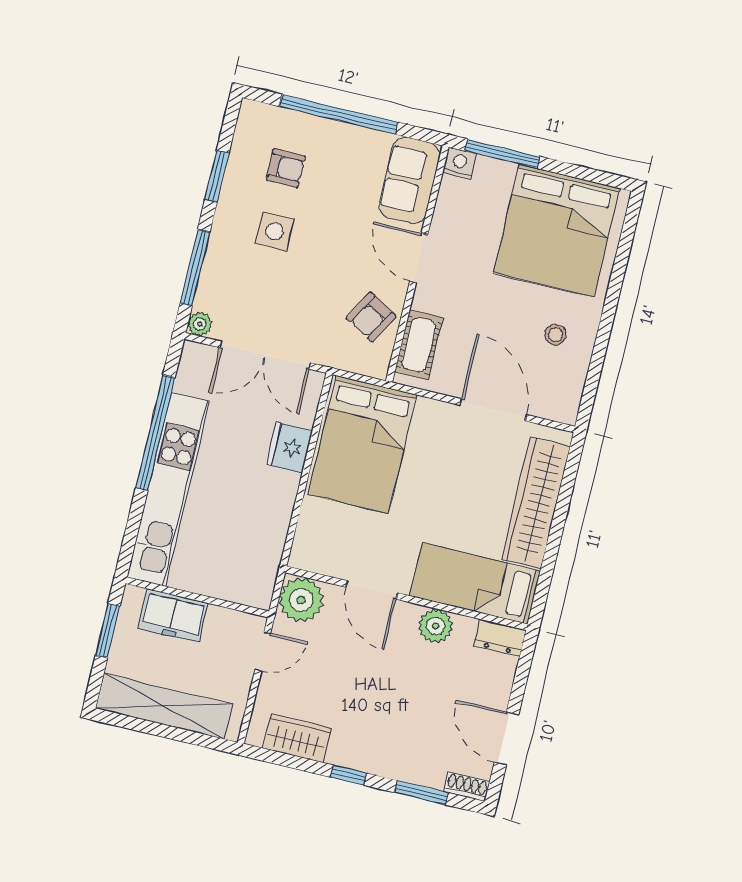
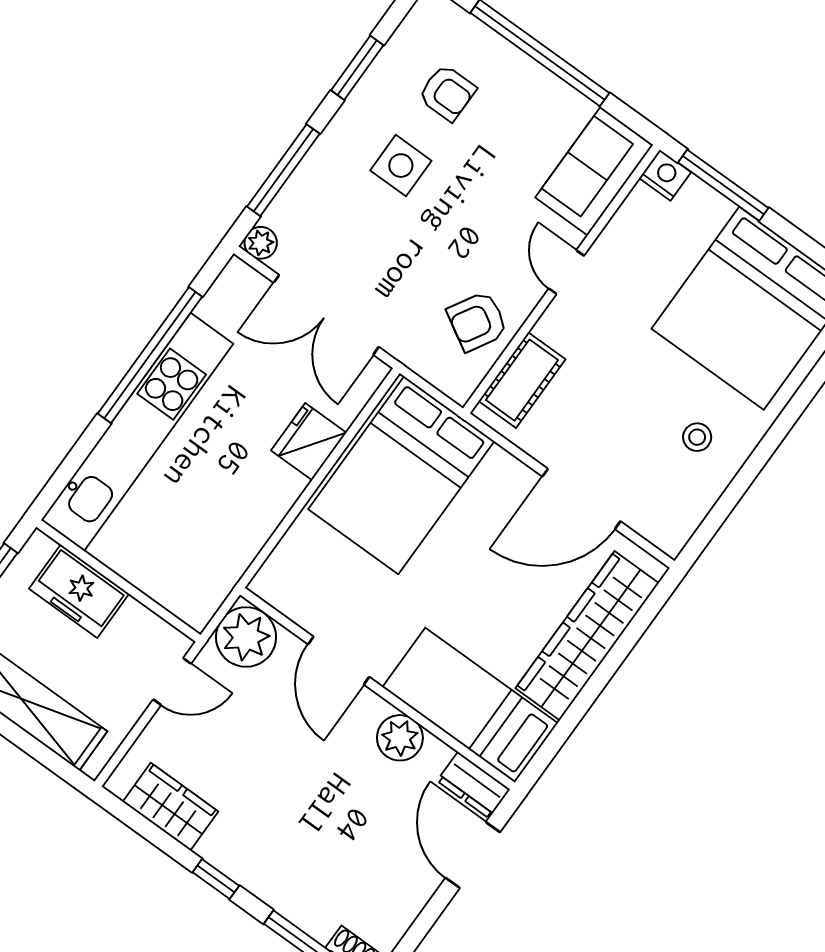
door: (419, 258) -> (566, 272), width x0.73
door: (493, 410) -> (581, 499), swing flipped
door: (506, 739) -> (473, 855), moved

